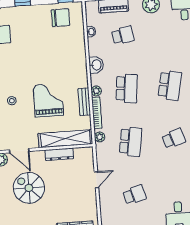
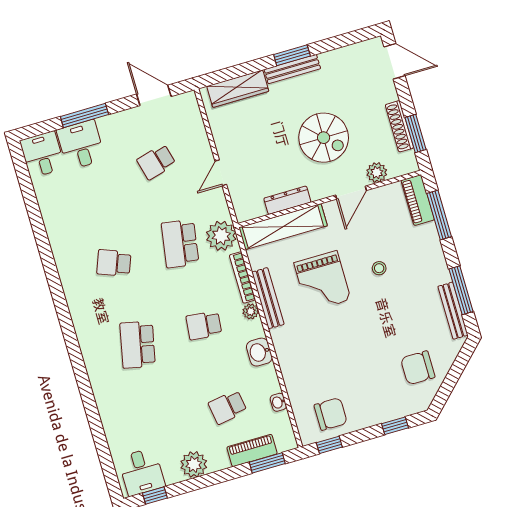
chair: (61, 18) -> (331, 414), turned 180
school desk: (127, 88) -> (204, 325), width x0.54
bench: (84, 102) -> (268, 298), width x1.36
plant: (100, 137) -> (221, 236), width x1.87, depth x1.87
school desk: (174, 138) -> (114, 263), turned 39
door: (19, 151) -> (351, 193), swing flipped

